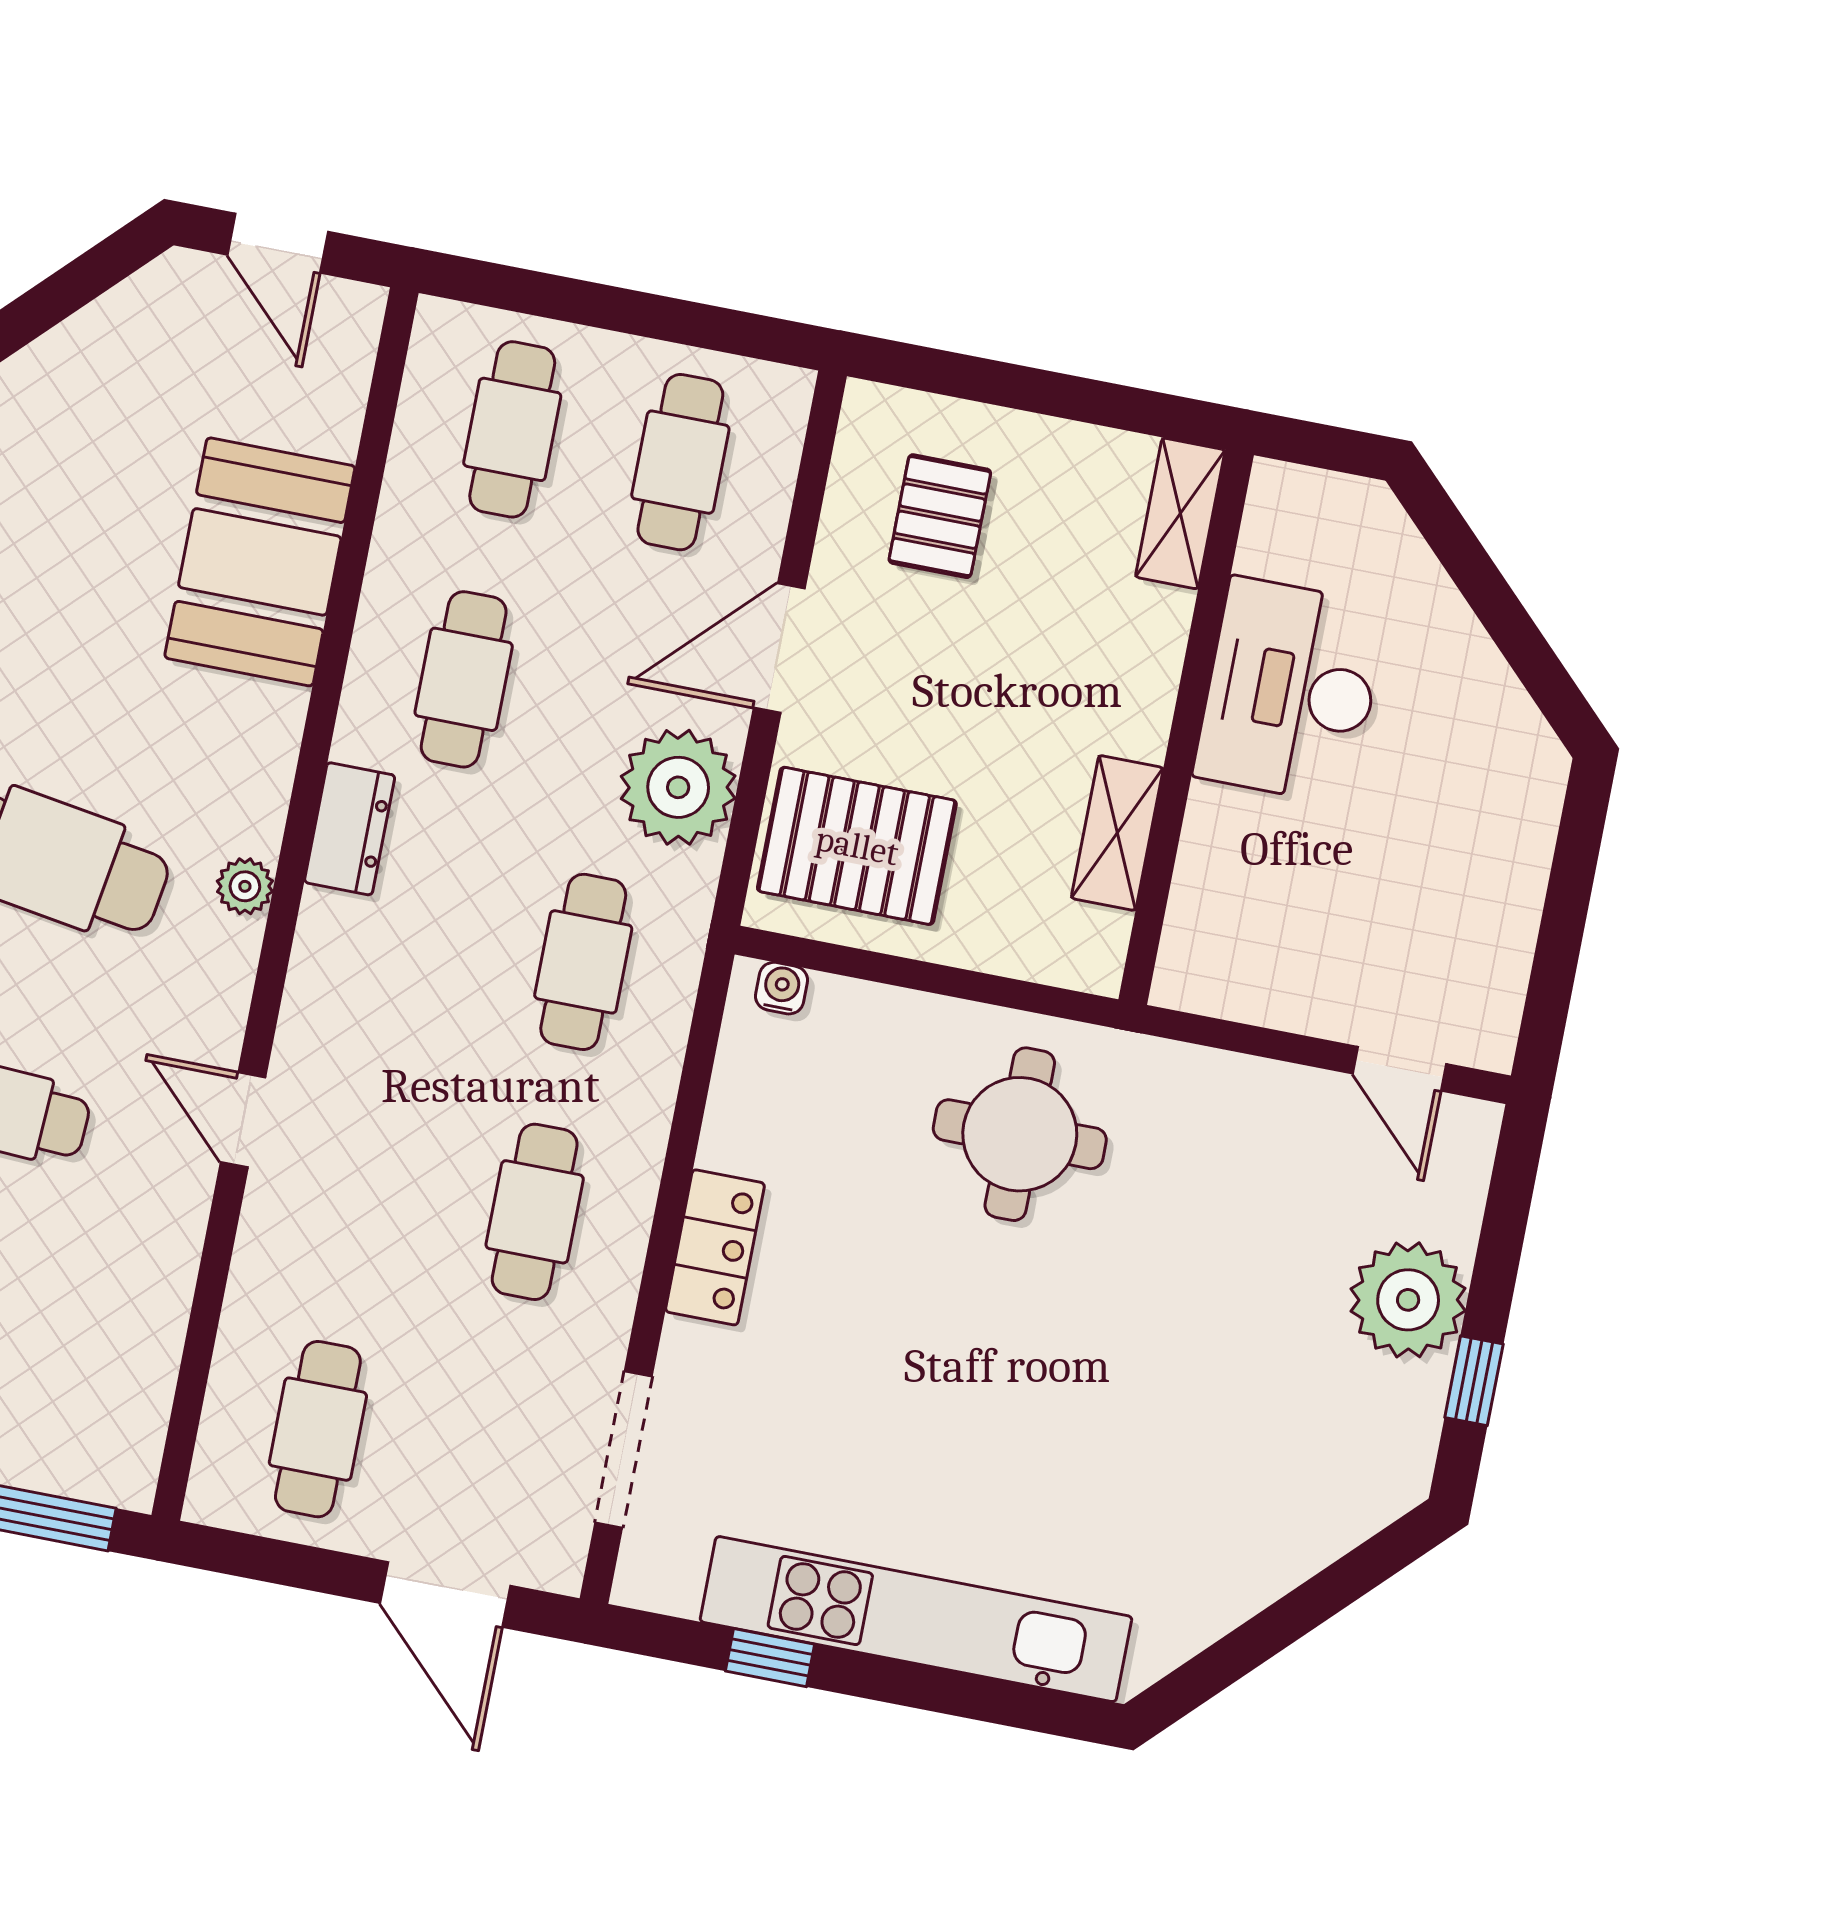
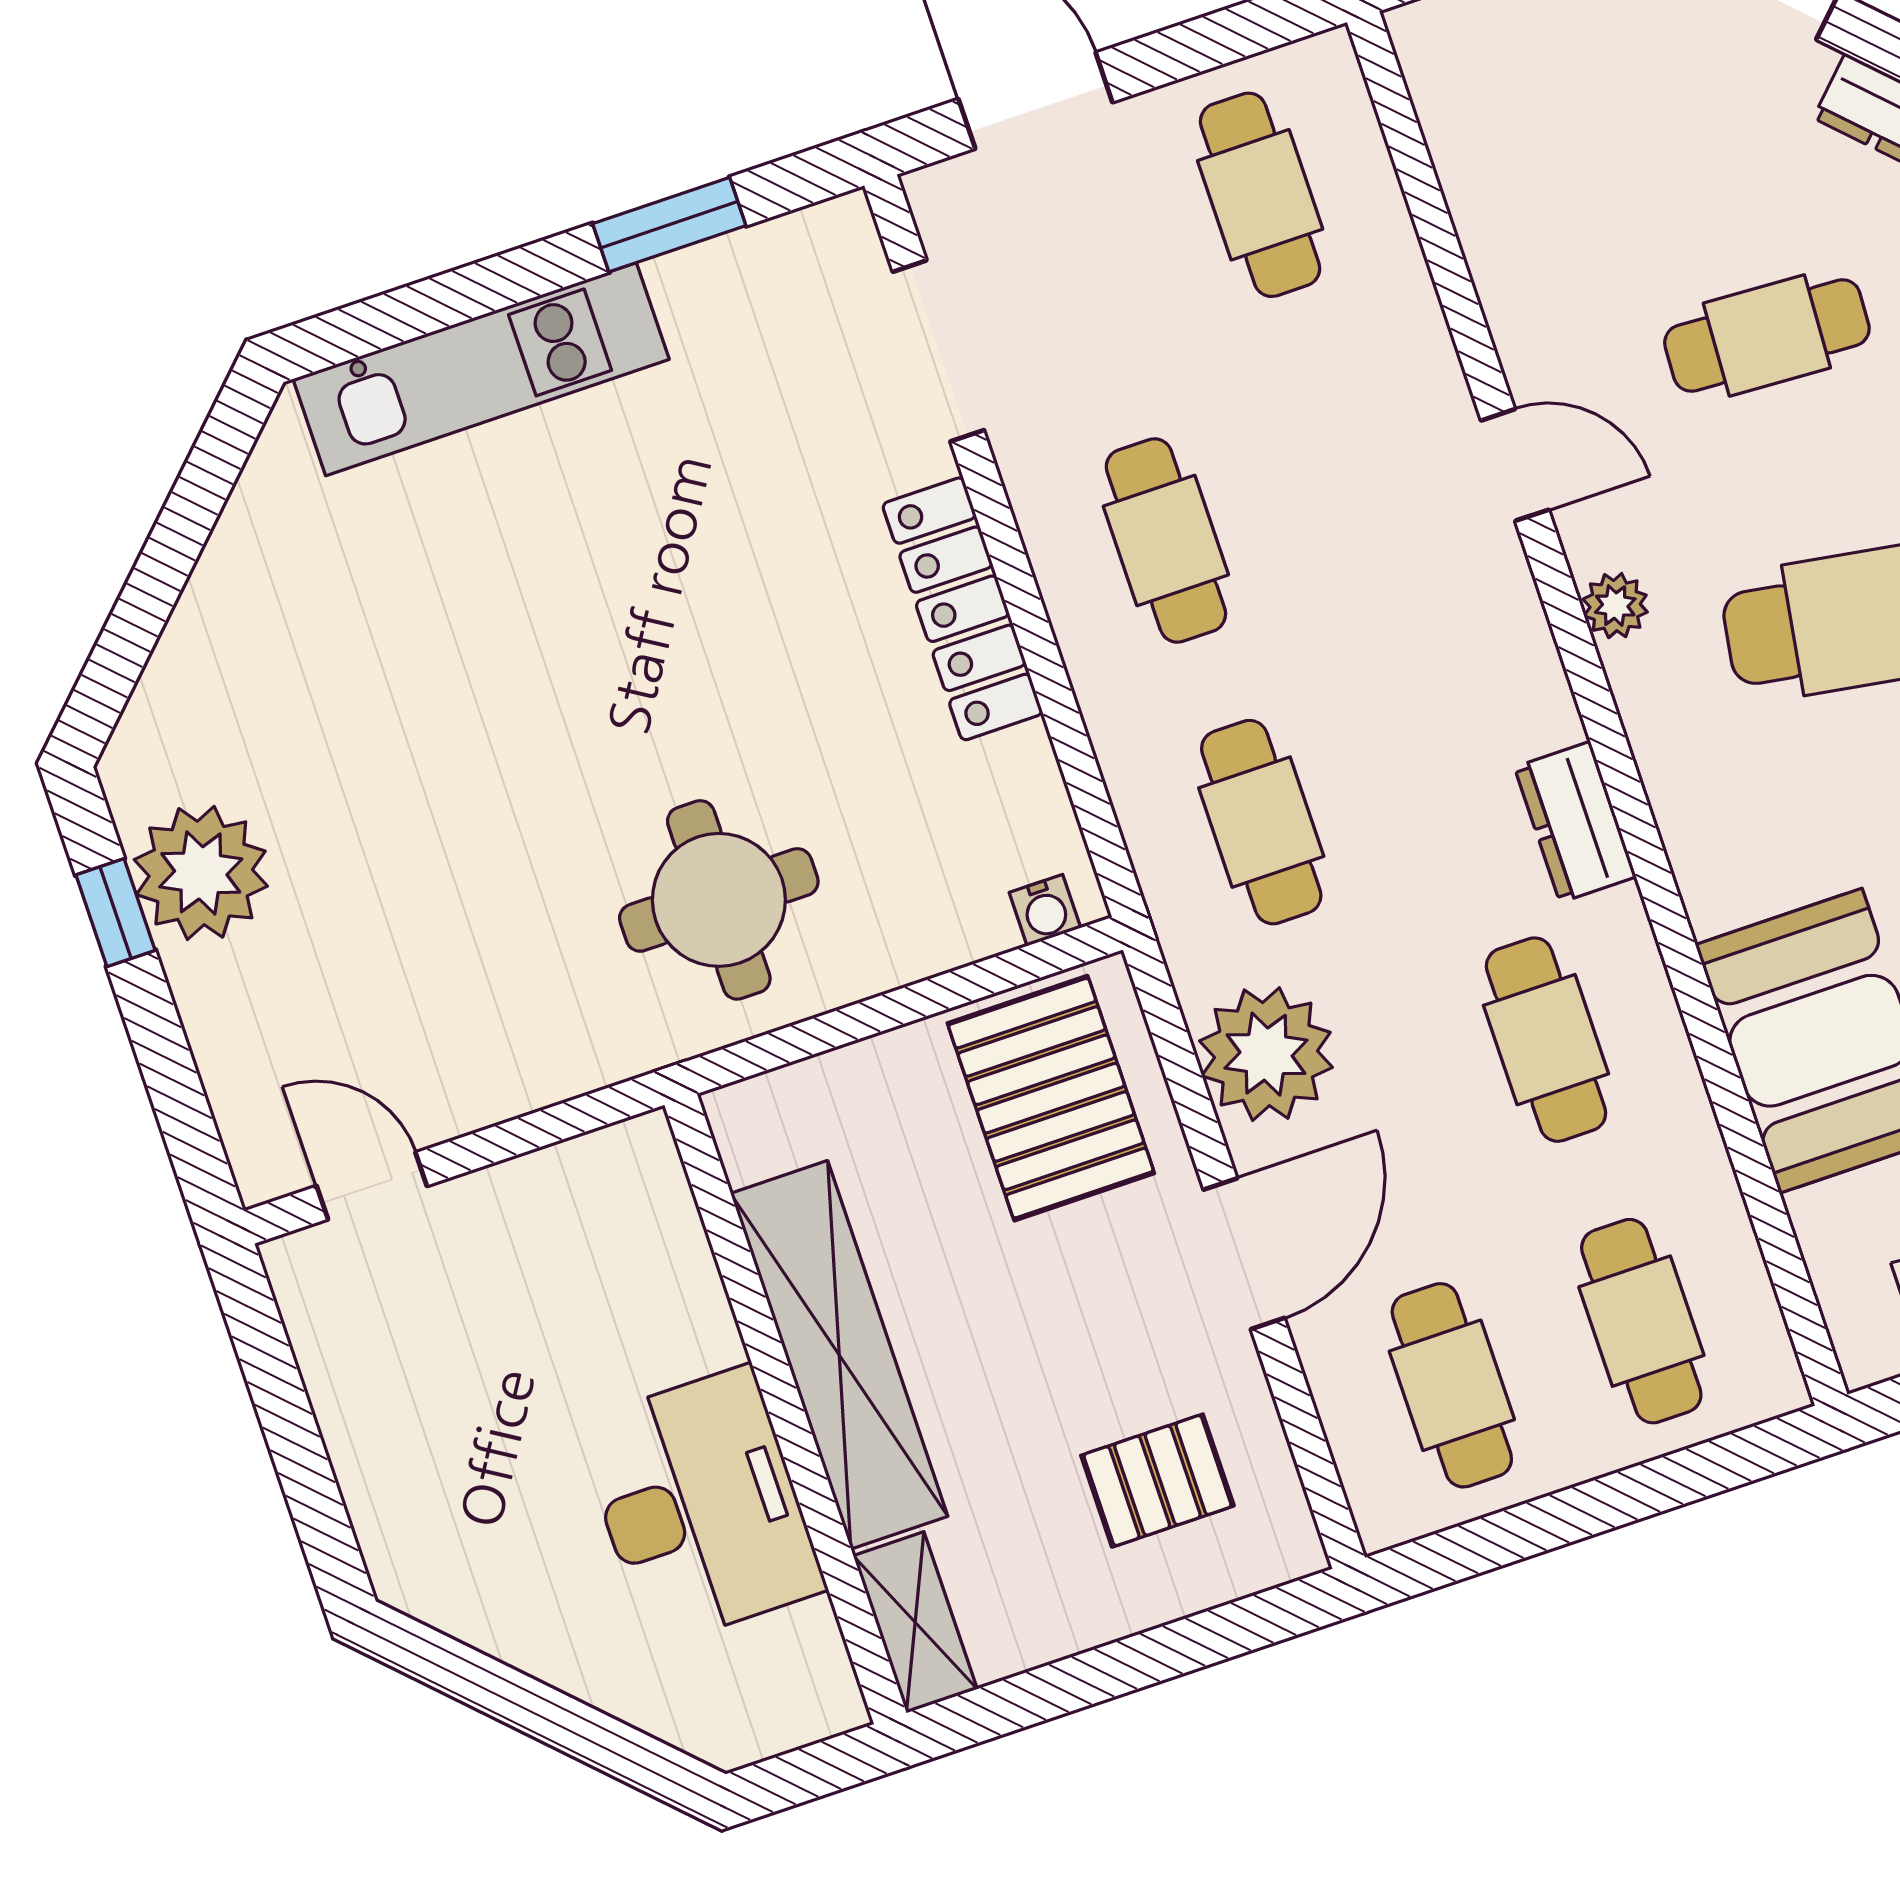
pallet: (940, 516) -> (1157, 1481), turned 90
shelving: (1117, 833) -> (839, 1355), width x2.20, depth x1.33
pallet: (857, 846) -> (1051, 1098), turned 90
plant: (245, 886) -> (1615, 606), moved
locker: (715, 1247) -> (962, 609), width x1.53
plant: (1408, 1300) -> (201, 873), moved
kitchen unit: (916, 1619) -> (481, 369), width x0.73
window: (770, 1658) -> (669, 225), width x1.50

